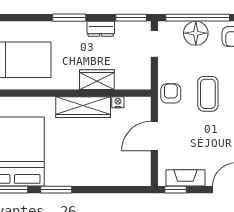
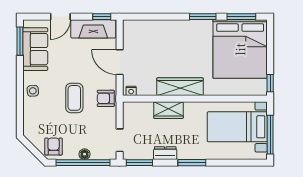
floor lamp: (196, 33) -> (85, 154), width x0.53, depth x0.53
armchair: (171, 93) -> (106, 98), turned 90
nightstand: (118, 102) -> (131, 91), moved
door: (154, 136) -> (120, 62), swing flipped
fireplace: (185, 178) -> (93, 29), width x1.37, depth x1.32

